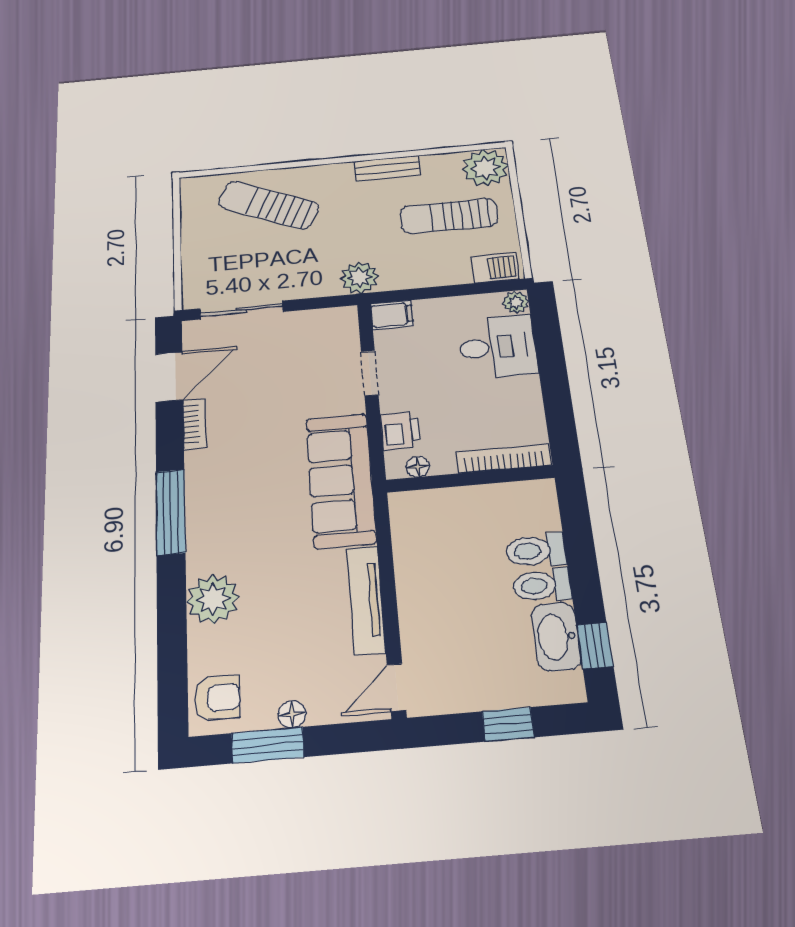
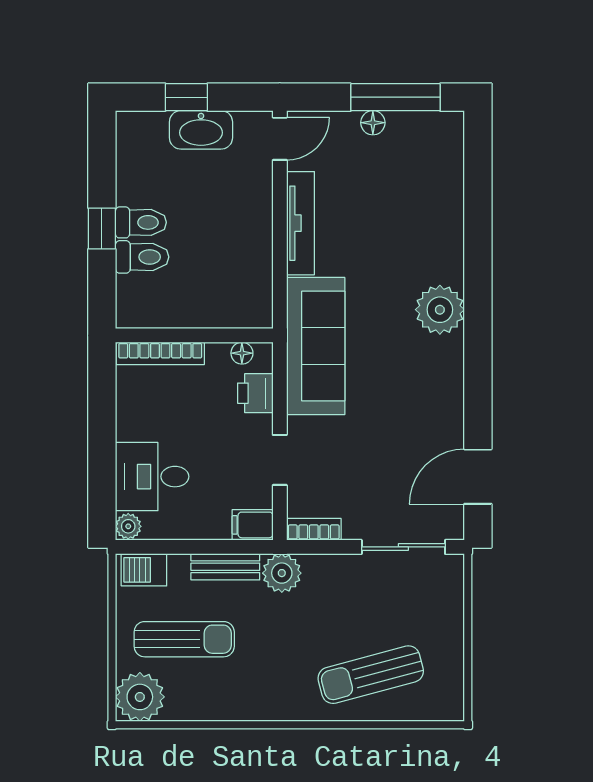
bench: (387, 168) -> (225, 567), moved
sun lounger: (268, 205) -> (371, 675), turned 141
bookcase: (195, 424) -> (314, 529), moved, turned 90
window: (171, 512) -> (478, 329), removed
plant: (213, 599) -> (440, 310), moved
washbasin: (556, 637) -> (201, 130), moved, turned 90
window: (595, 646) -> (102, 228), moved
armchair: (217, 698) -> (438, 143), removed
window: (268, 745) -> (395, 97), width x1.44

